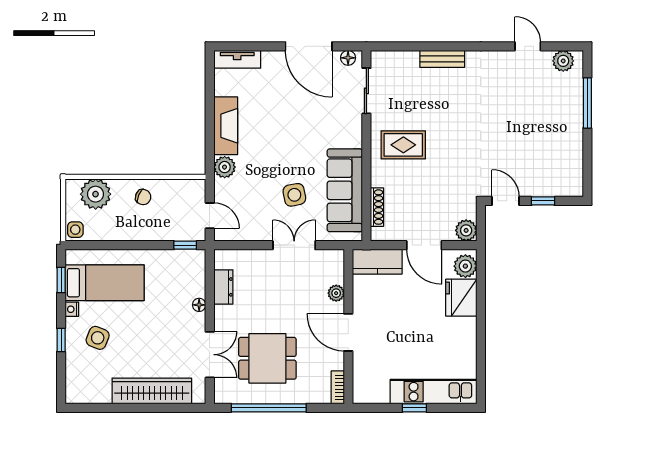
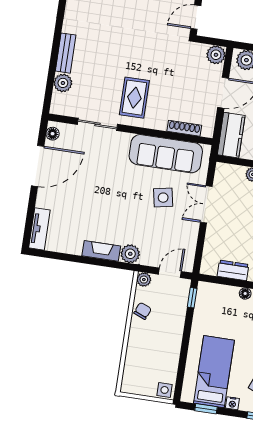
plant: (408, 61) -> (63, 83), added
sliding door: (366, 91) -> (98, 124), moved
fireplace: (226, 126) -> (101, 251), width x0.73, depth x0.76
plant: (96, 194) -> (144, 280), moved, width x0.53, depth x0.53
chair: (143, 197) -> (143, 311), moved

